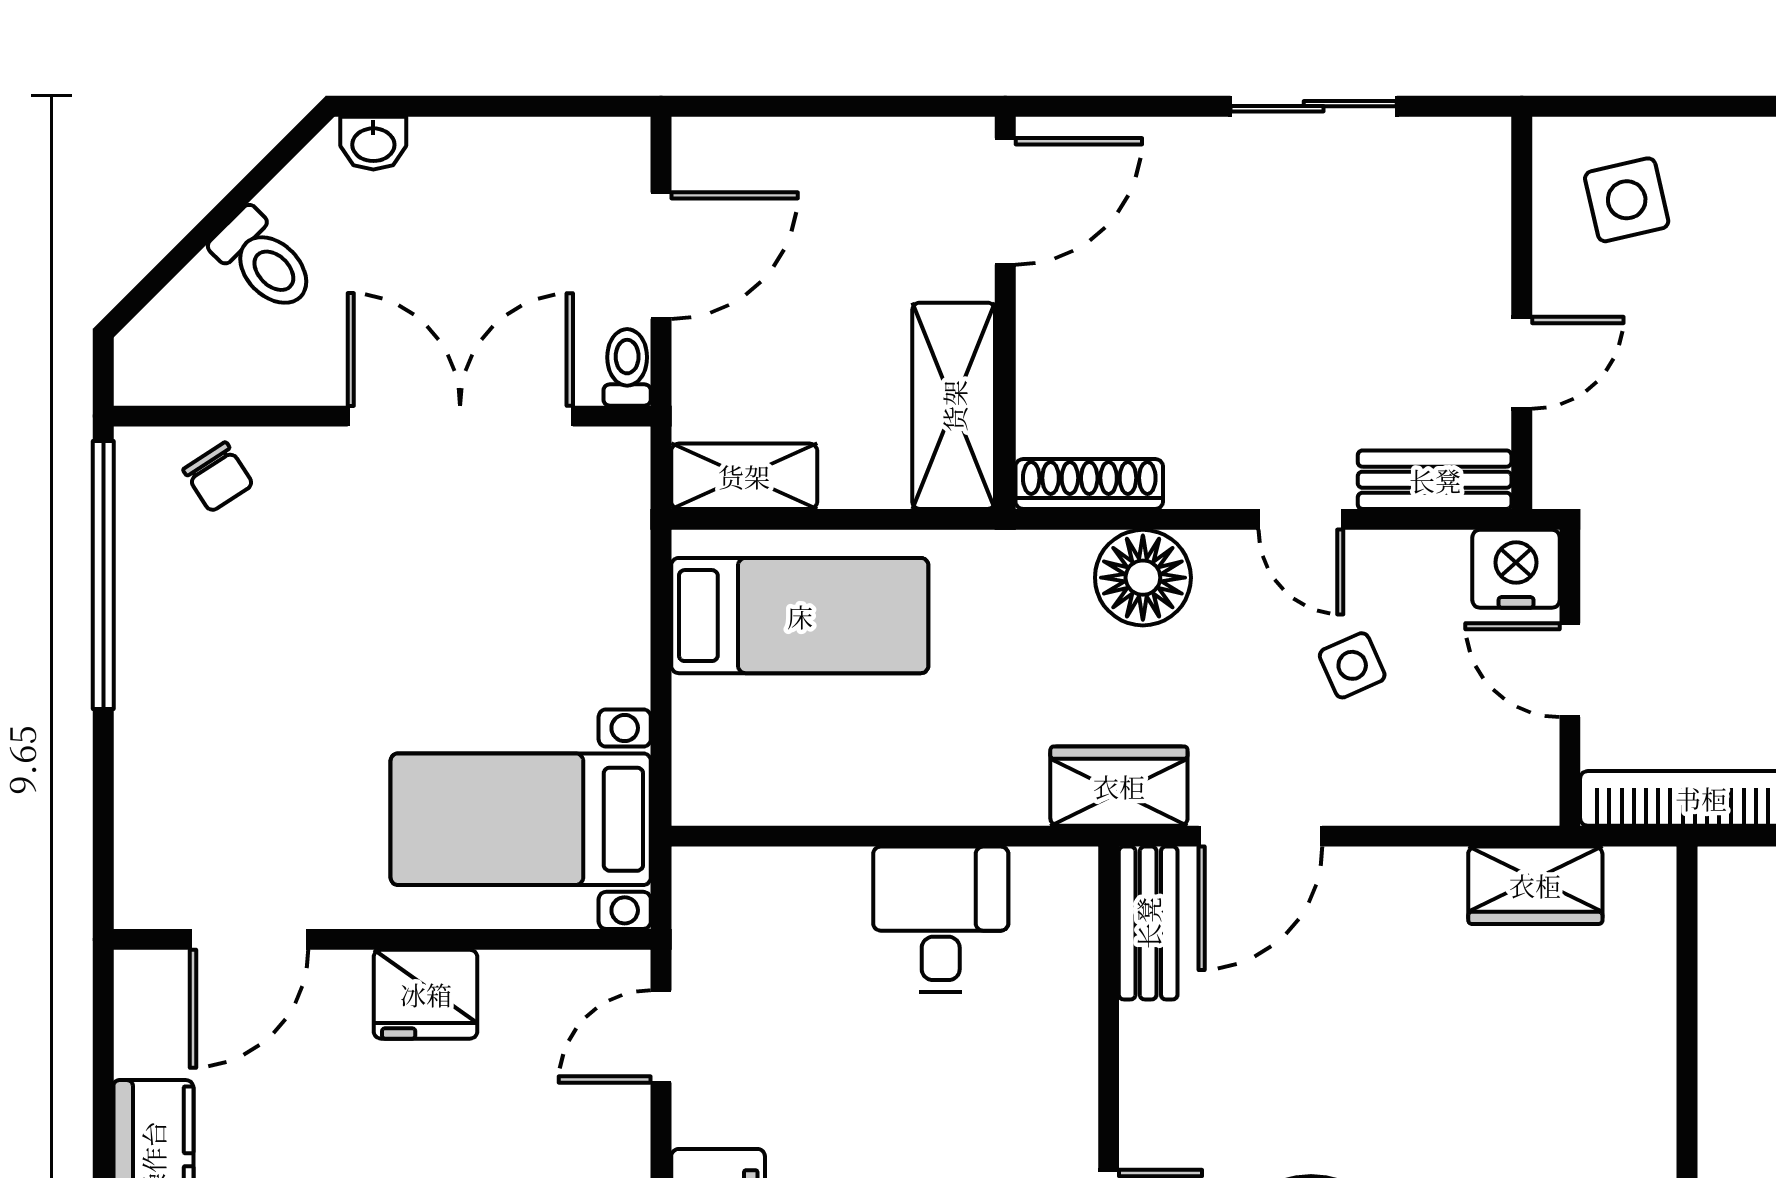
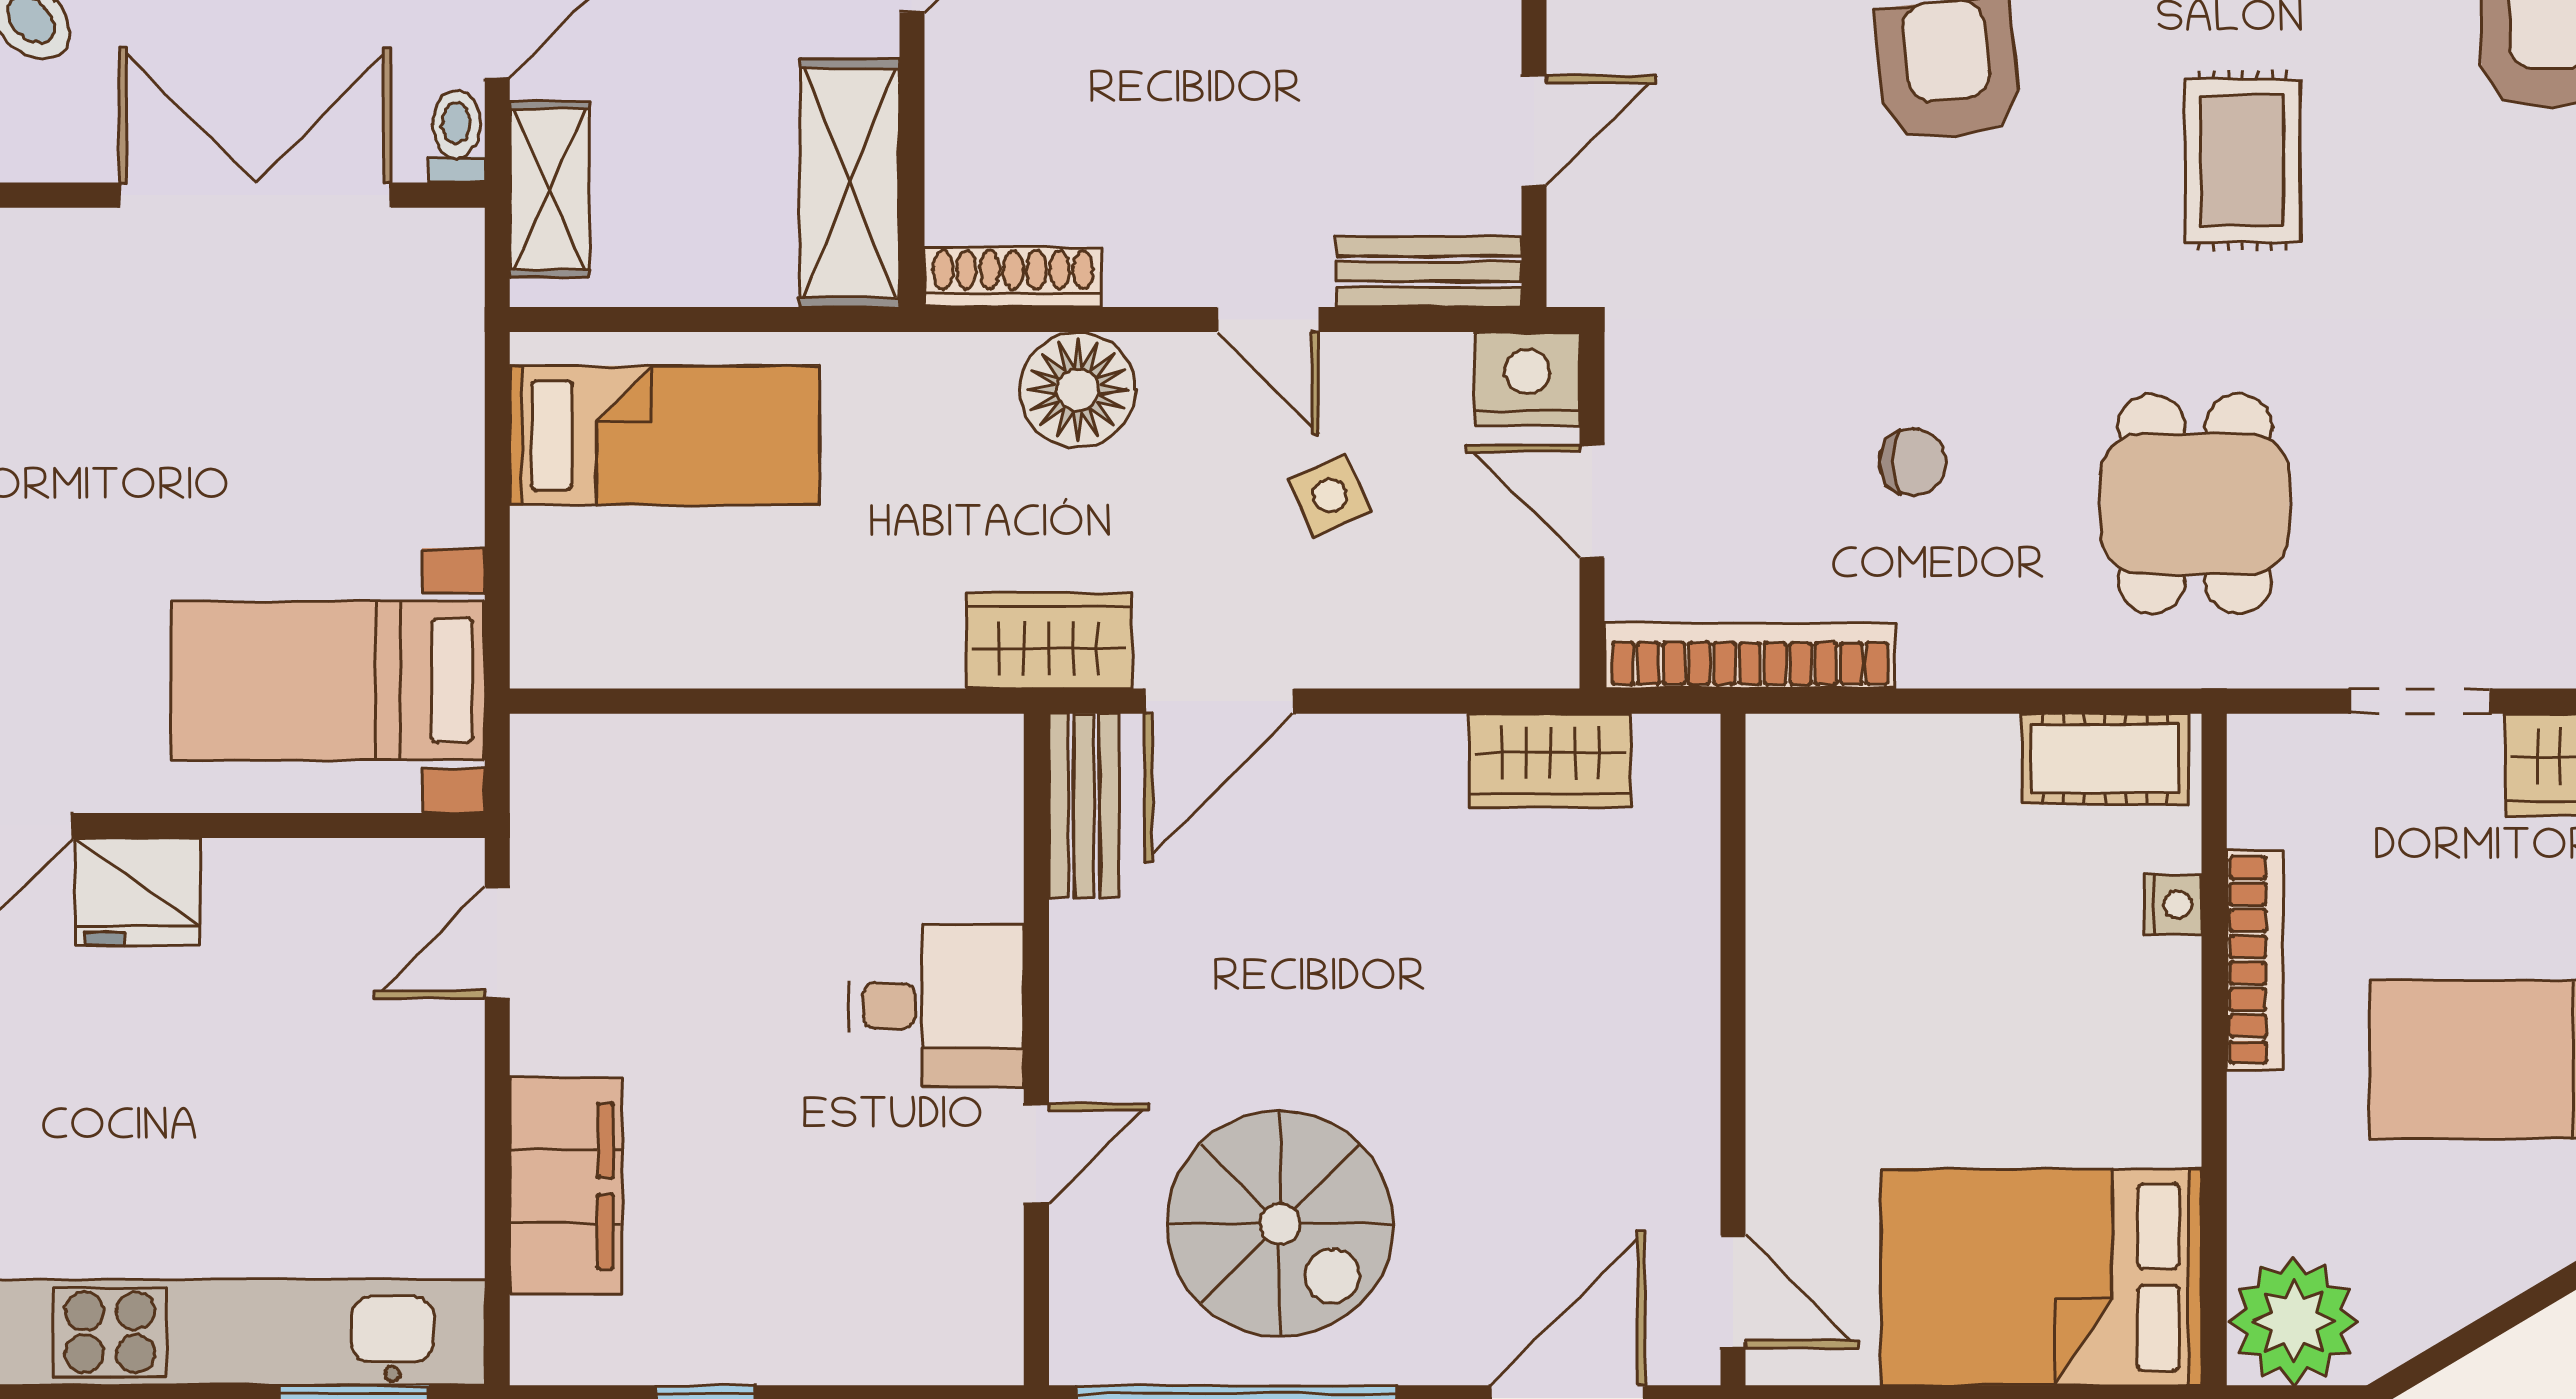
shelving: (744, 476) -> (549, 190), moved, turned 90
desk: (941, 919) -> (936, 1006), moved, turned 90
fridge: (426, 994) -> (138, 892), moved

